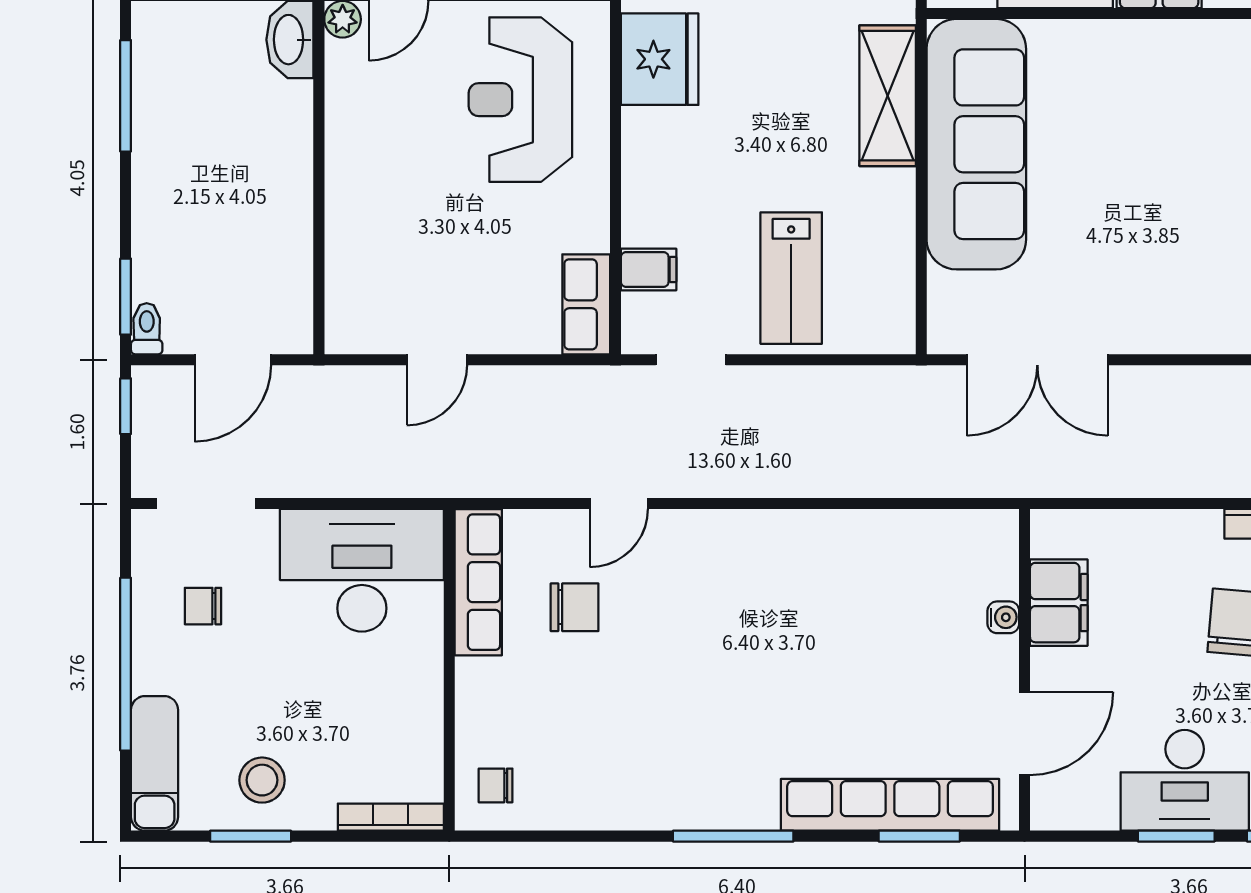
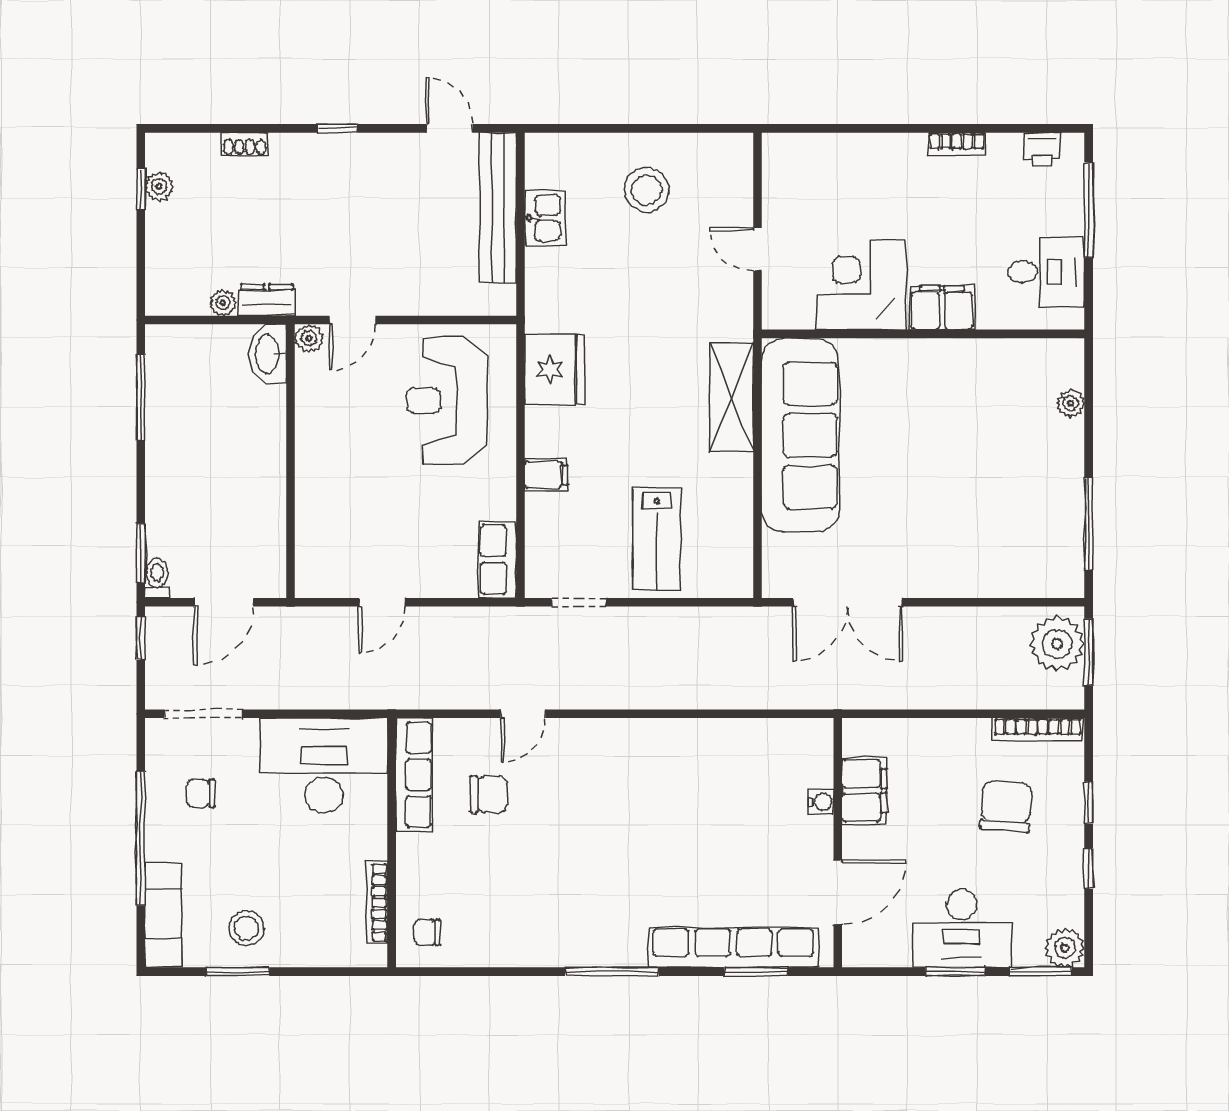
filing cabinet: (649, 269) -> (546, 475), moved
bookcase: (391, 817) -> (377, 903), moved, turned -90

